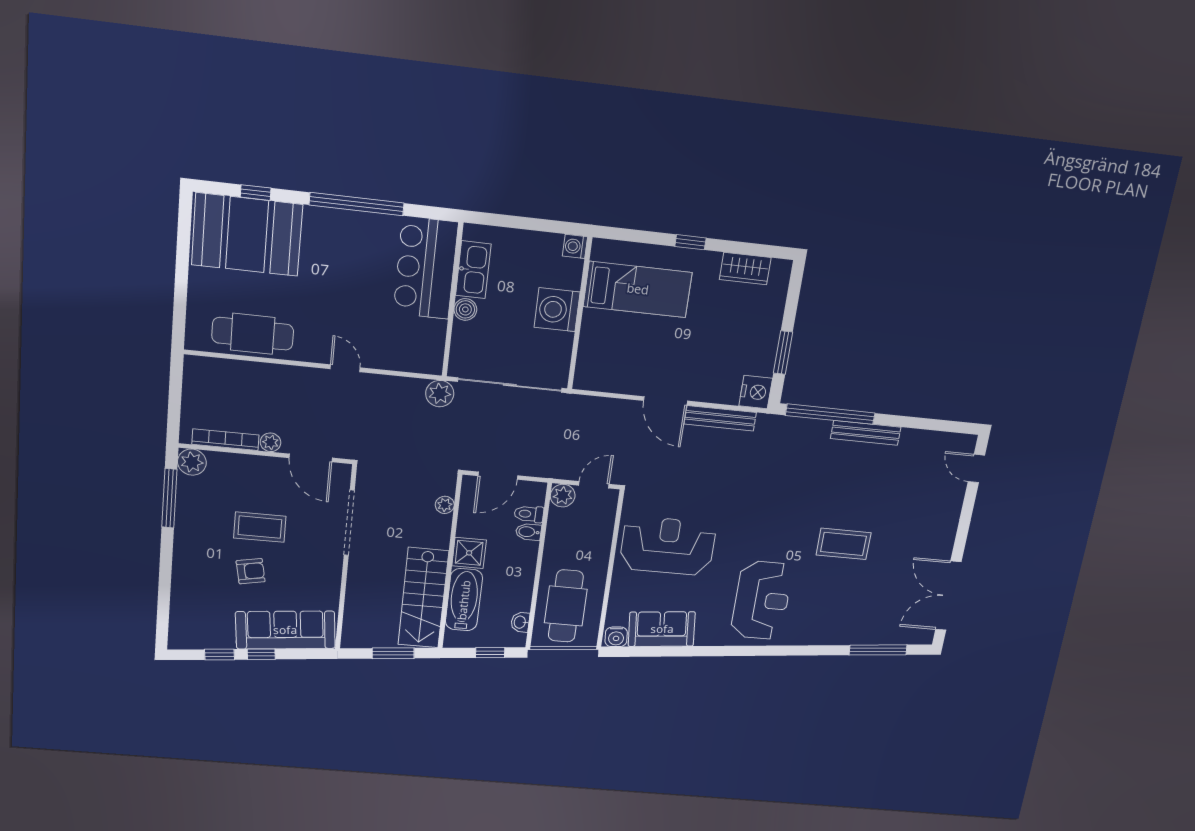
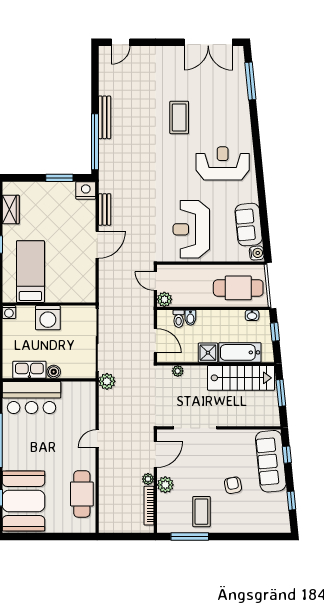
bench: (720, 418) -> (105, 209), width x0.73
plant: (192, 462) -> (165, 485), moved
coffee table: (260, 527) -> (201, 512), moved
window: (261, 654) -> (287, 455), moved

